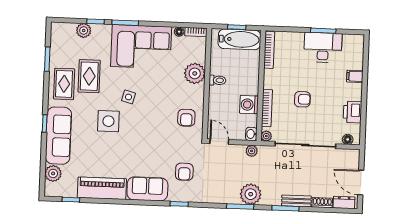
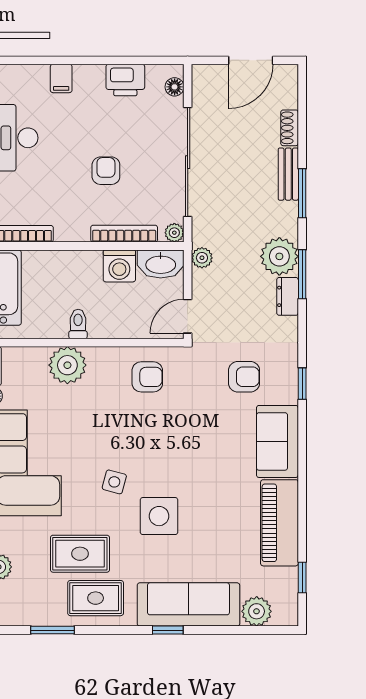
washbasin: (251, 134) -> (161, 264), width x1.91, depth x1.45
dresser: (344, 202) -> (288, 296), moved

